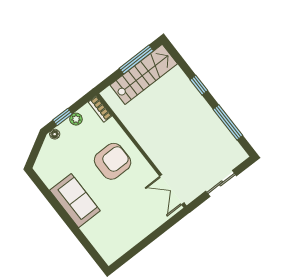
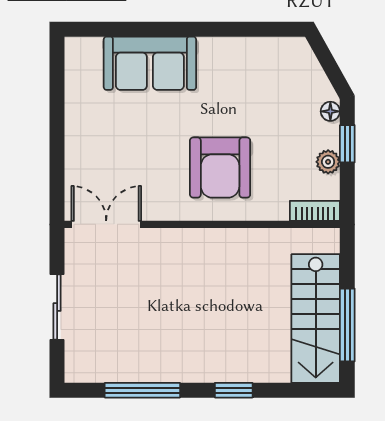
sofa: (75, 201) -> (150, 63), moved

